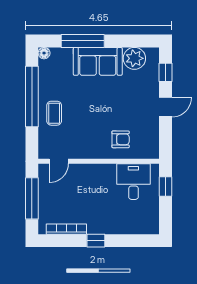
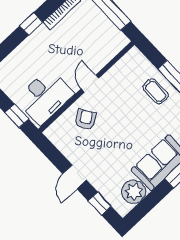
armchair: (121, 139) -> (86, 120), turned 147
door: (59, 161) -> (90, 84), moved
desk: (133, 182) -> (45, 97), width x1.37

